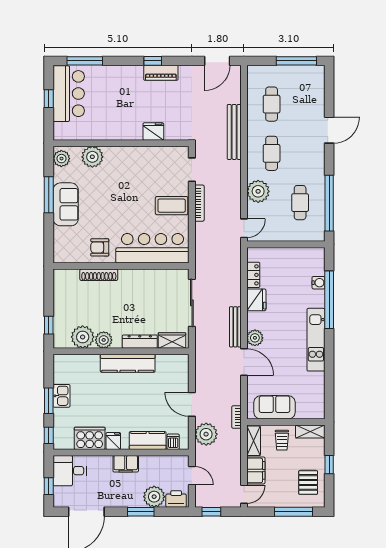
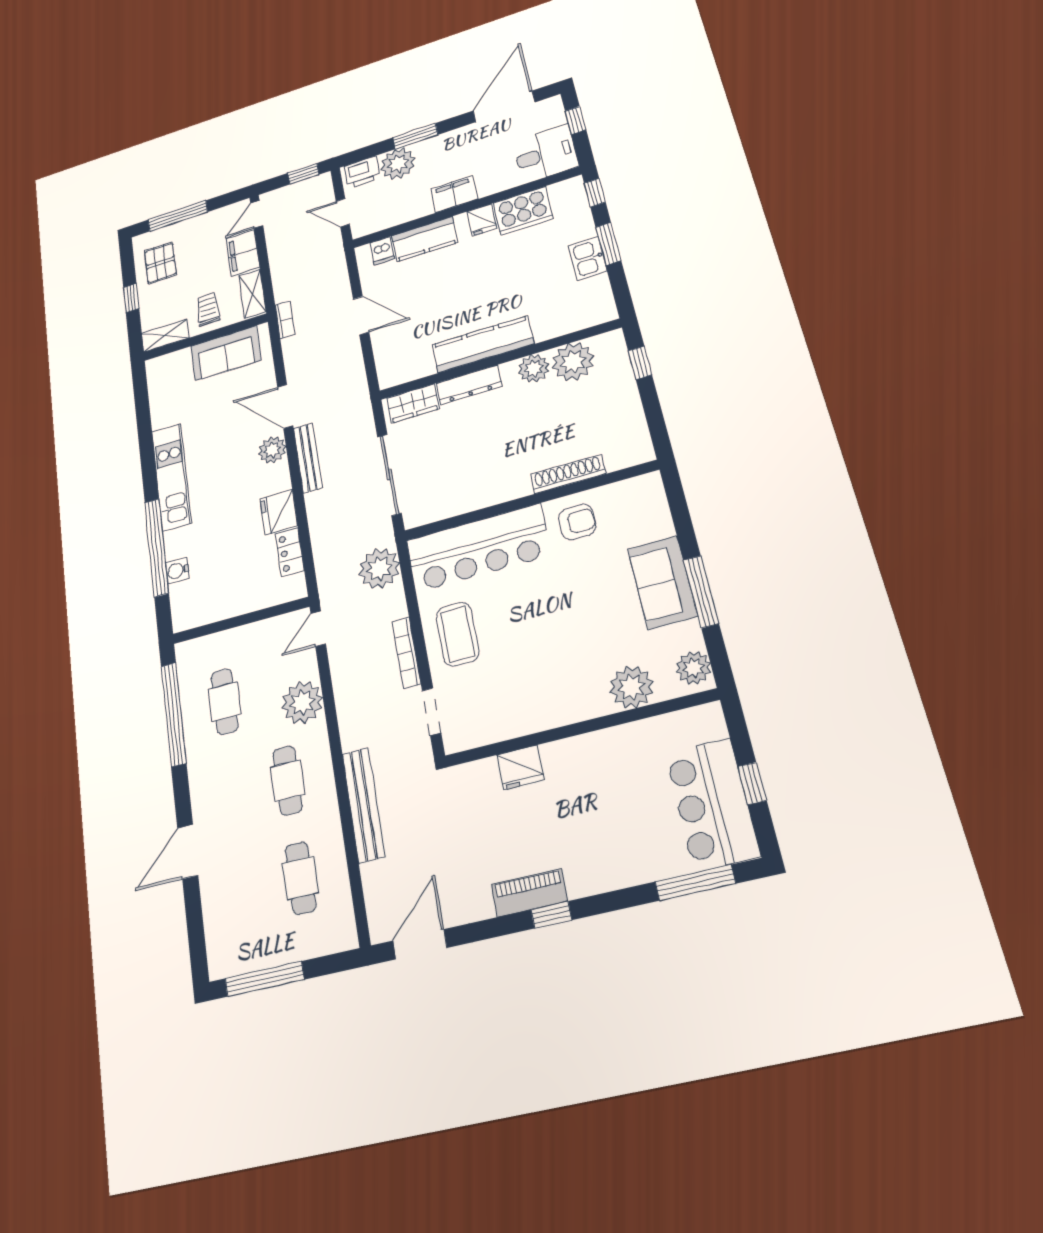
coffee table: (172, 206) -> (457, 634), turned 90
plant: (206, 434) -> (379, 569), moved

